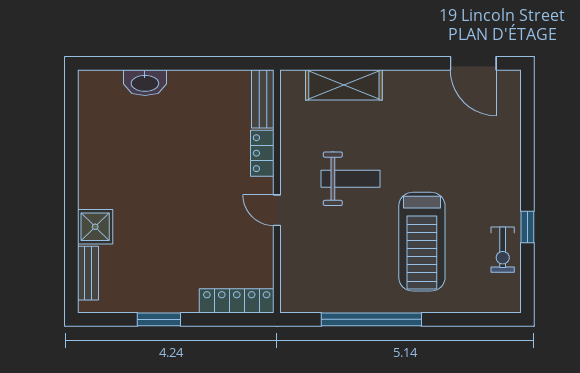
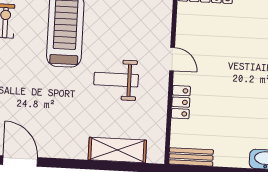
bench: (263, 99) -> (191, 157), moved, turned 90

